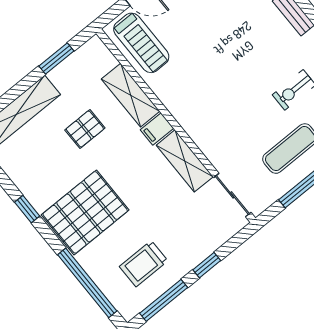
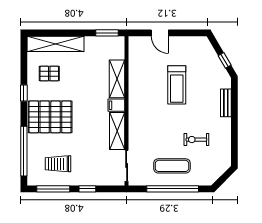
treadmill: (141, 43) -> (177, 85), moved
window: (56, 59) -> (107, 33), moved
pallet: (85, 129) -> (49, 74), moved

